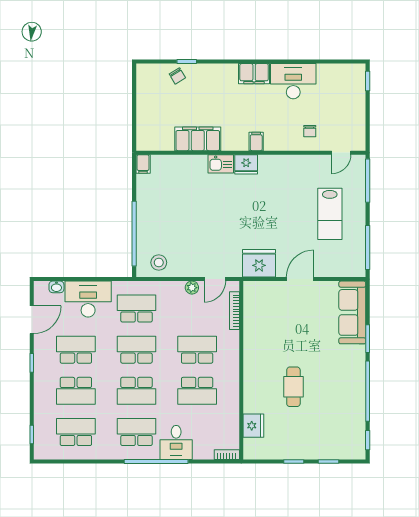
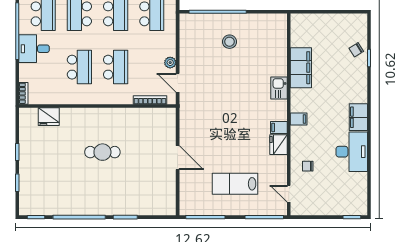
filing cabinet: (143, 164) -> (279, 127), moved
fridge: (246, 164) -> (279, 145), moved
stool: (159, 263) -> (229, 42), moved
fridge: (259, 263) -> (192, 122), removed
sofa: (352, 312) -> (148, 204), removed
cafe table: (293, 387) -> (102, 152), moved
school desk: (197, 391) -> (79, 67), turned 180

